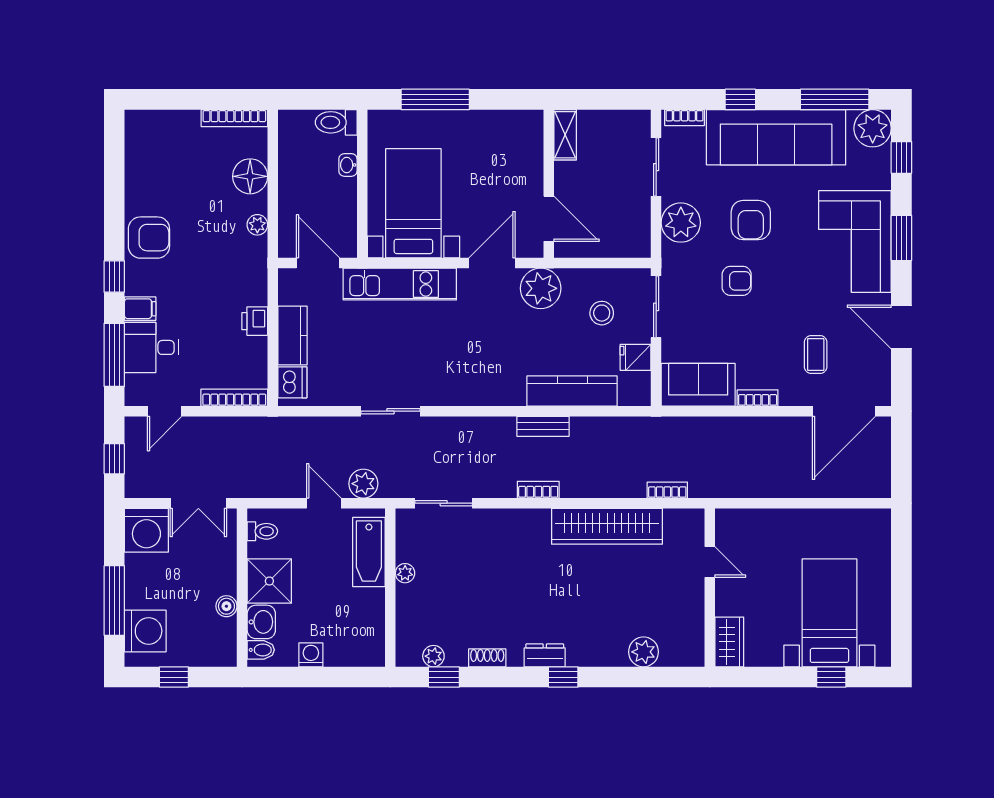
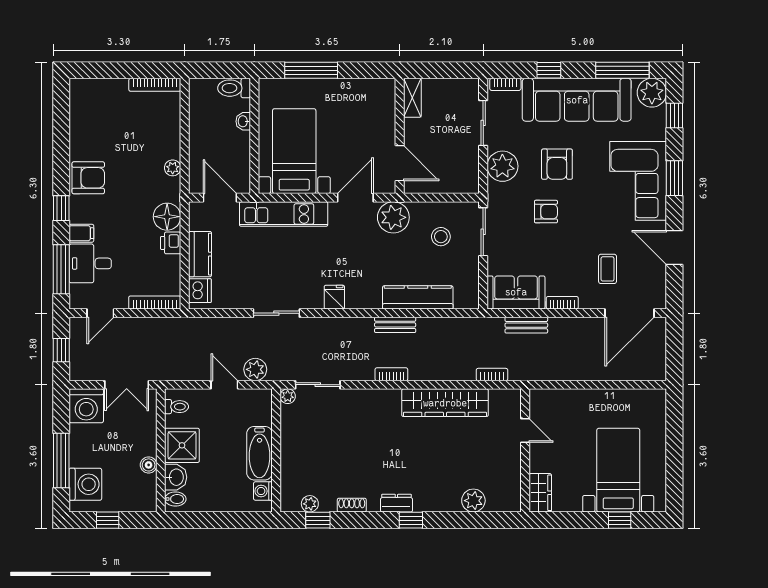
floor lamp: (250, 176) -> (167, 217), moved
fridge: (636, 357) -> (334, 297), moved, turned 90
bench: (711, 427) -> (526, 325), added
bathtub: (369, 552) -> (260, 453), moved
plant: (405, 573) -> (288, 396), moved
washing machine: (311, 655) -> (263, 491), moved, turned -90

